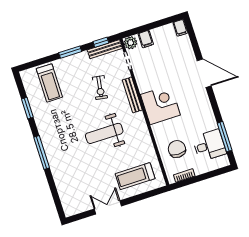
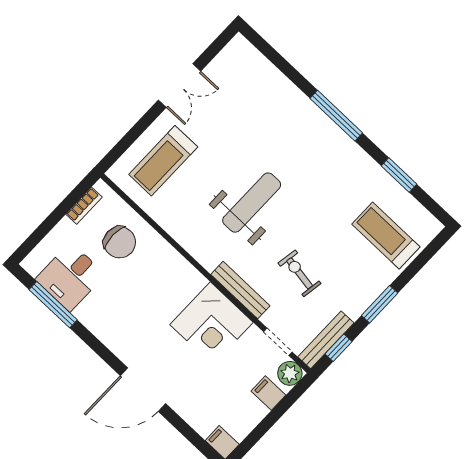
corner desk: (160, 105) -> (211, 323), moved
treadmill: (135, 176) -> (163, 161), turned 180

